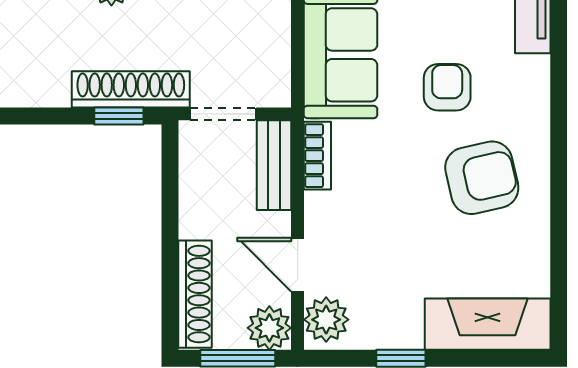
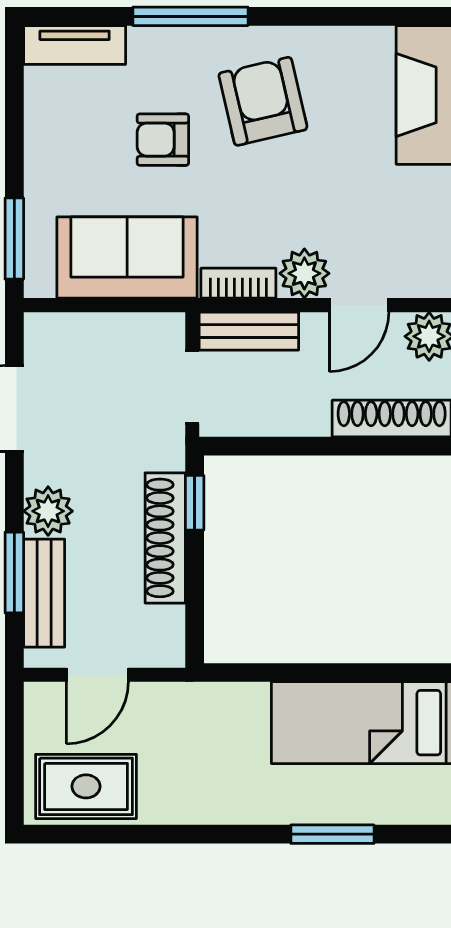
shoe rack: (131, 89) -> (165, 538), moved
window: (559, 112) -> (190, 16), added
plant: (326, 320) -> (304, 273), moved

